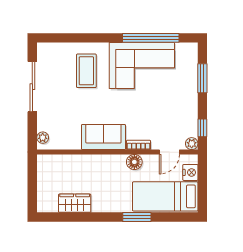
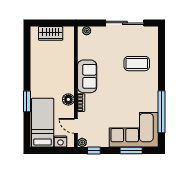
corner sofa: (142, 66) -> (134, 130), moved, turned 90
wardrobe: (75, 203) -> (51, 33), moved, turned 90

